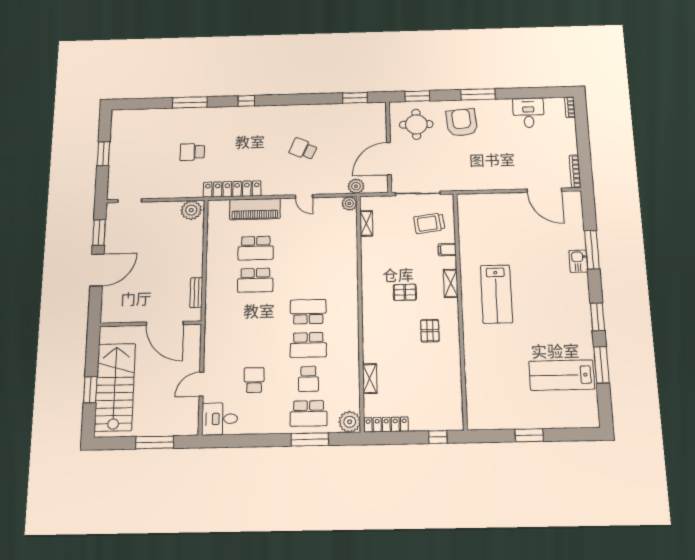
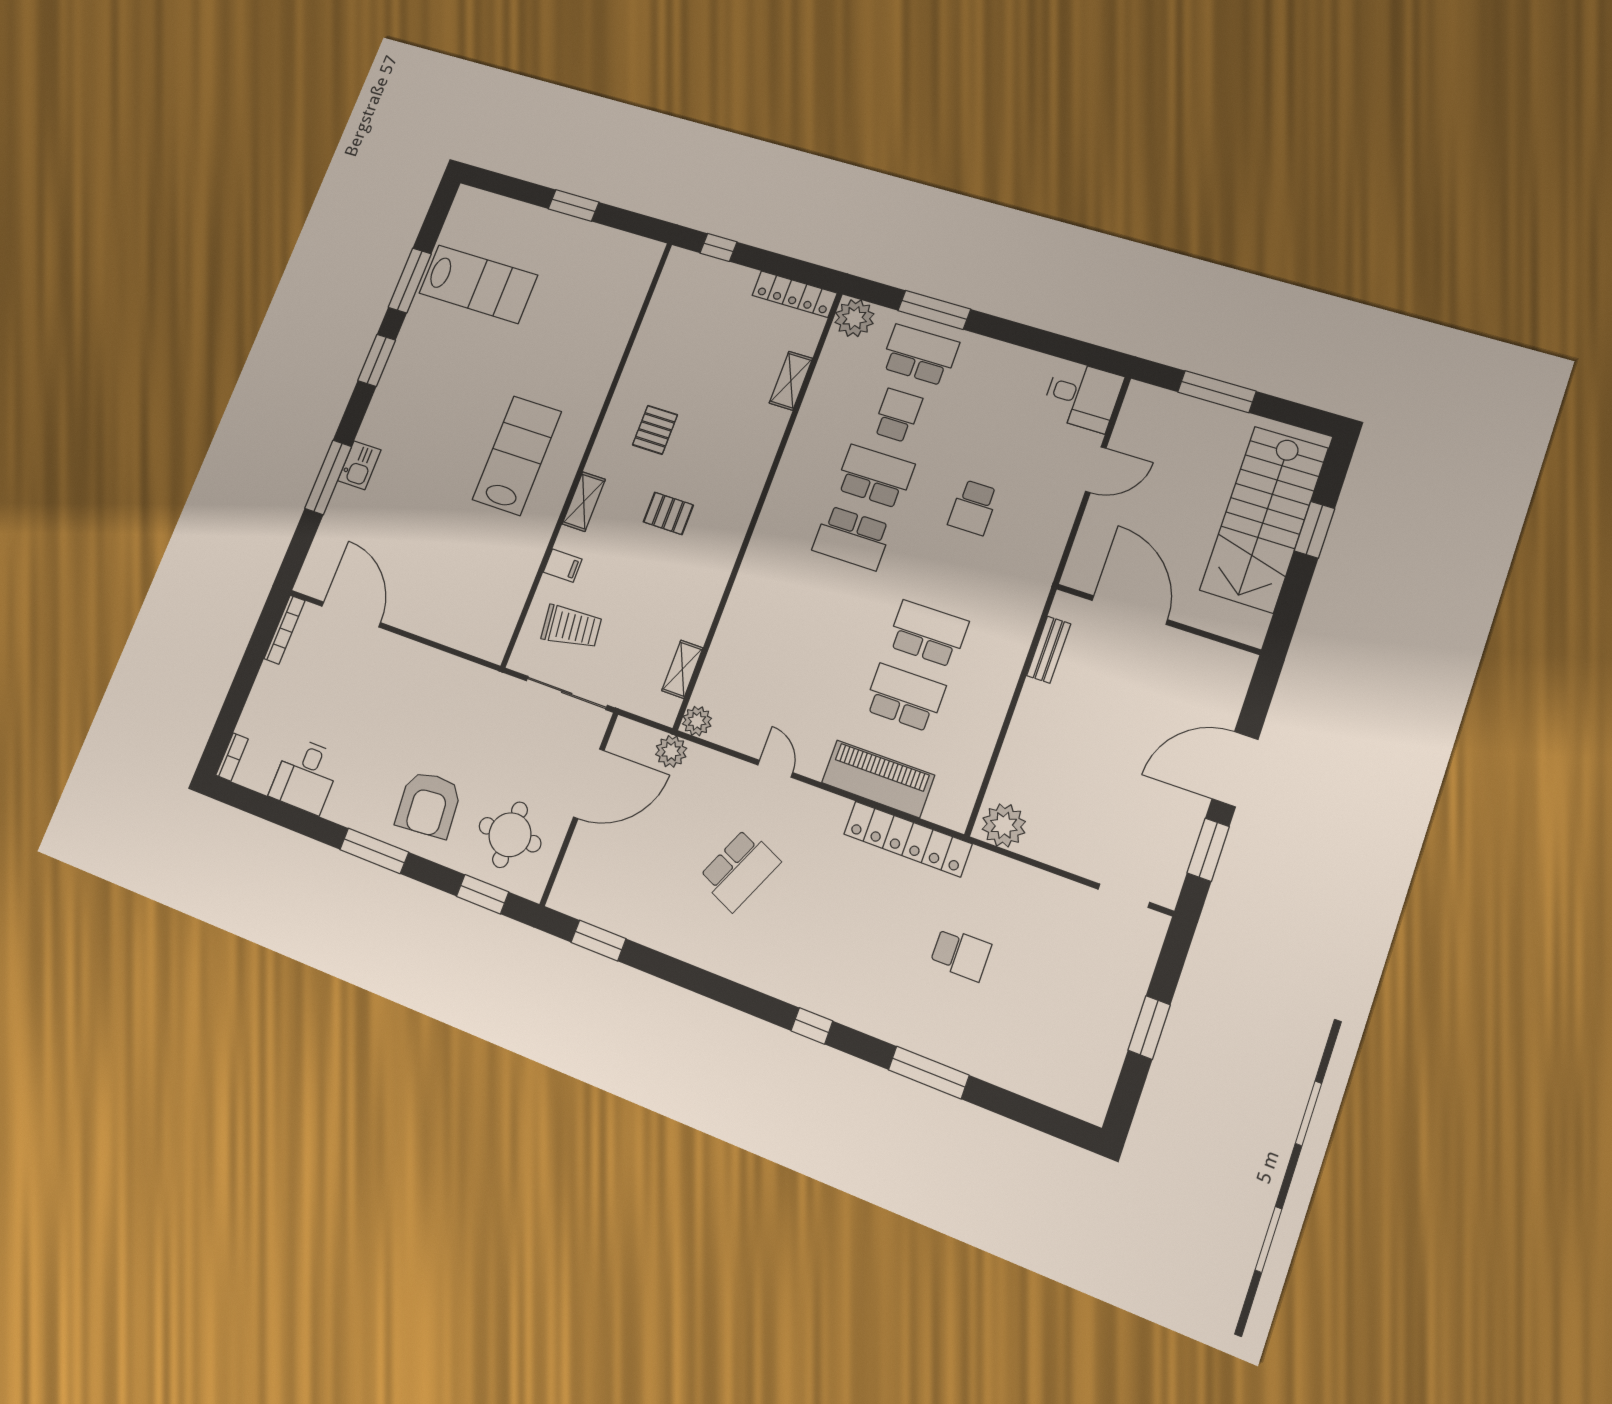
school desk: (303, 149) -> (739, 870), width x1.85
school desk: (254, 380) -> (973, 507), moved

